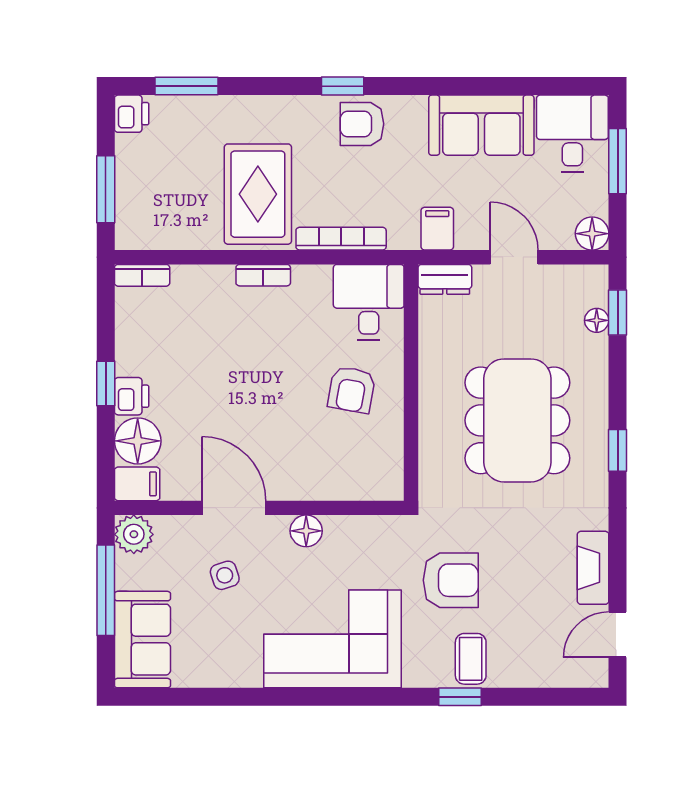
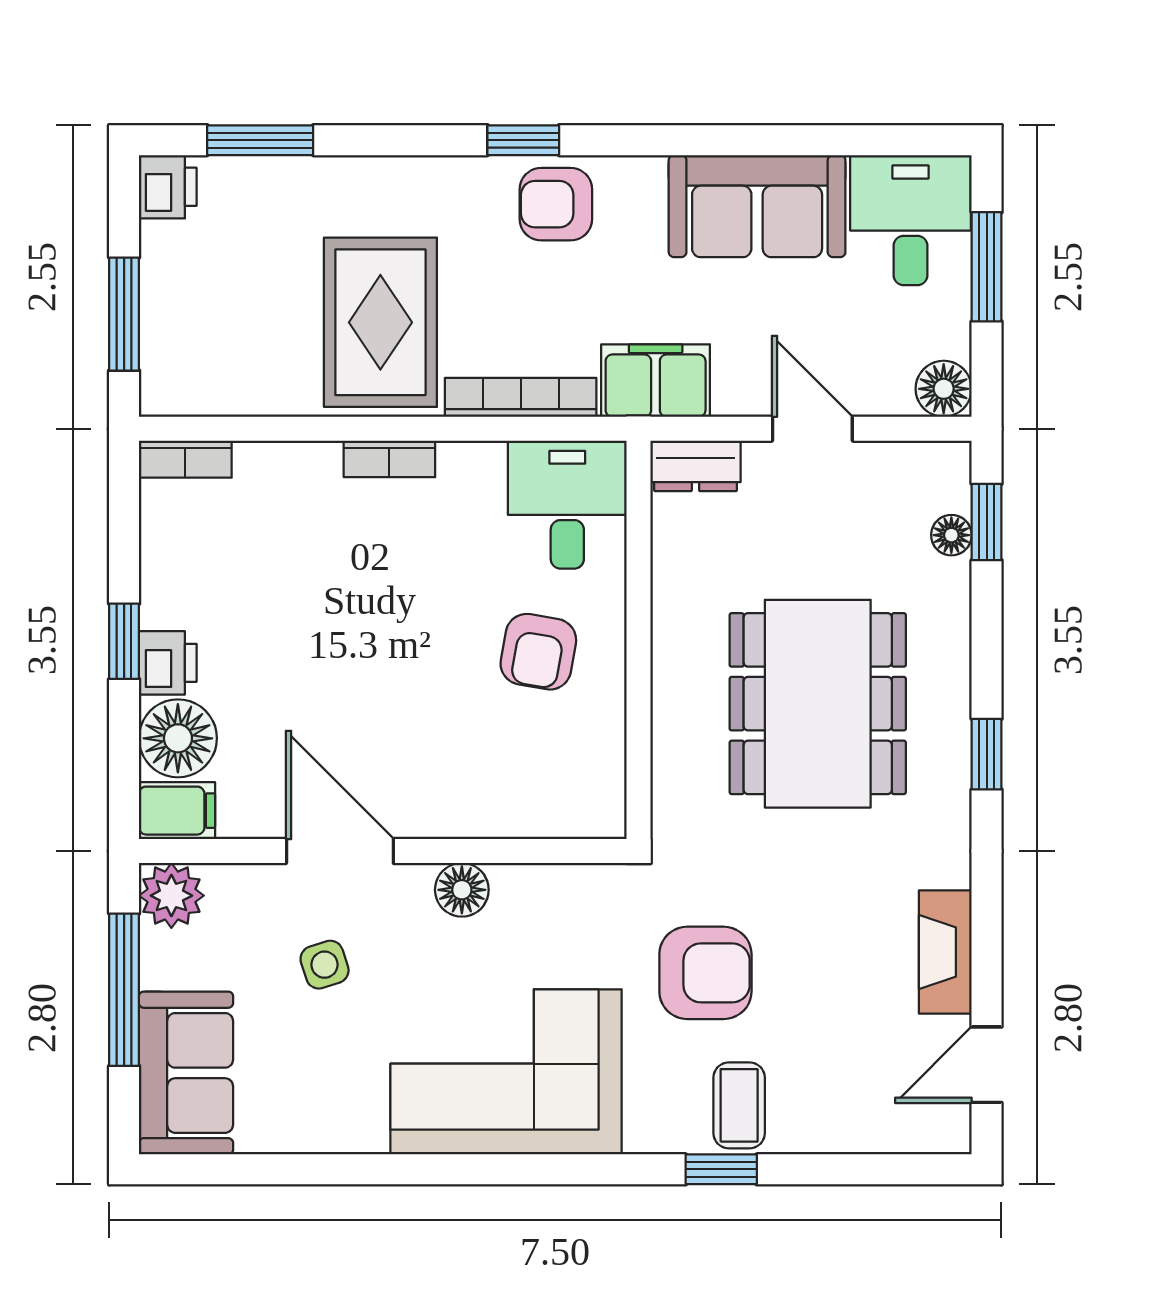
filing cabinet: (437, 229) -> (656, 381), width x2.00

